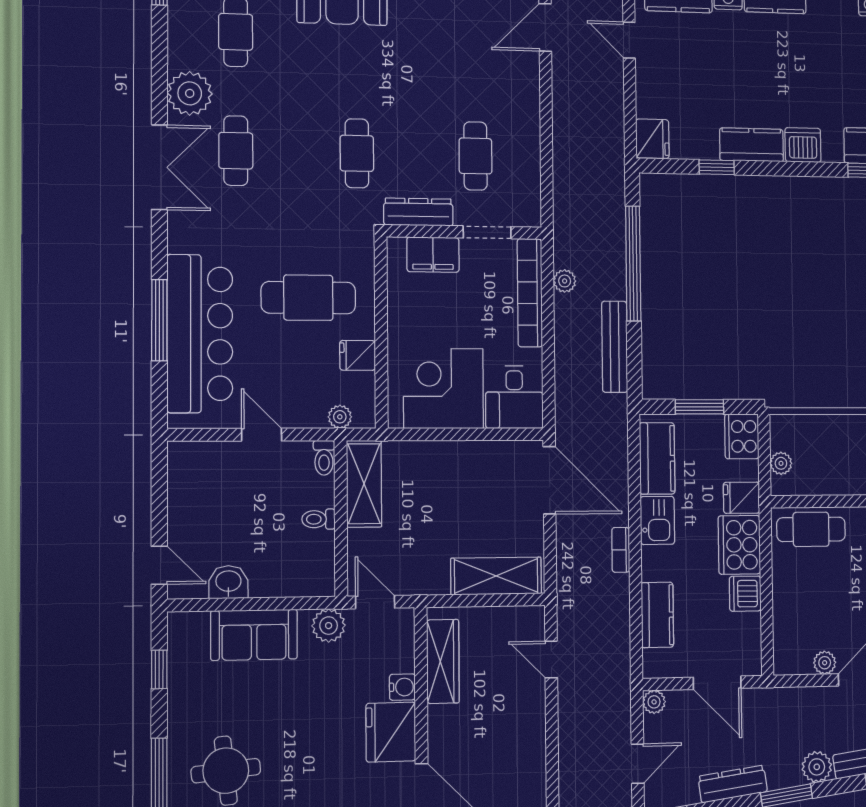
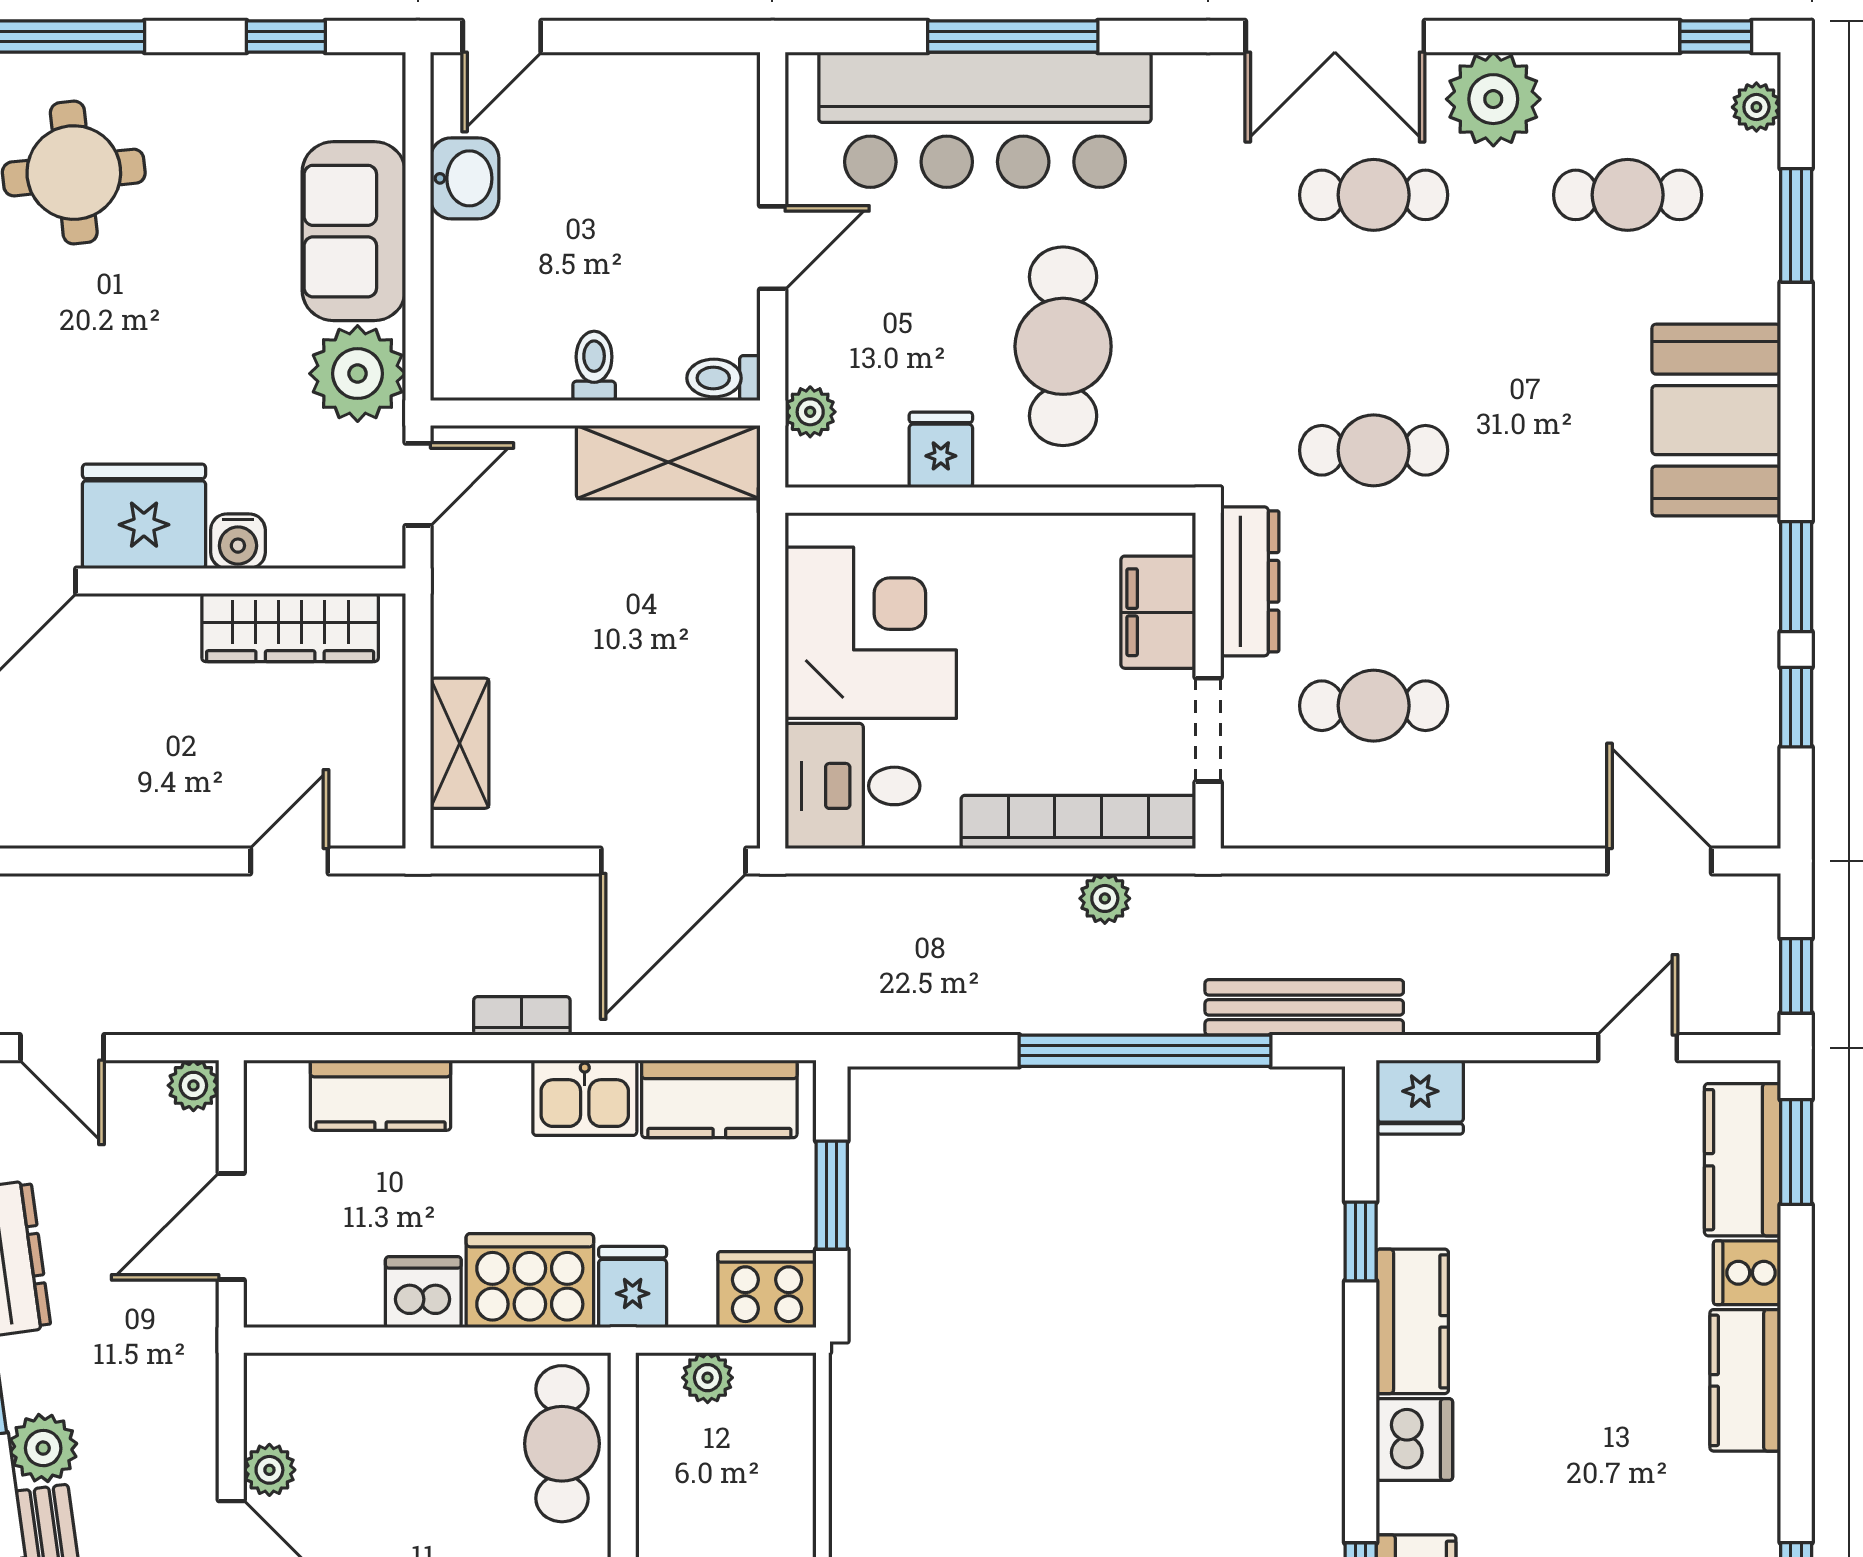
bench: (615, 347) -> (1304, 1007), moved
shelving: (496, 576) -> (460, 743), width x0.67, depth x0.75
plant: (329, 626) -> (358, 374), width x1.36, depth x1.36

